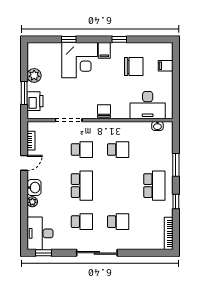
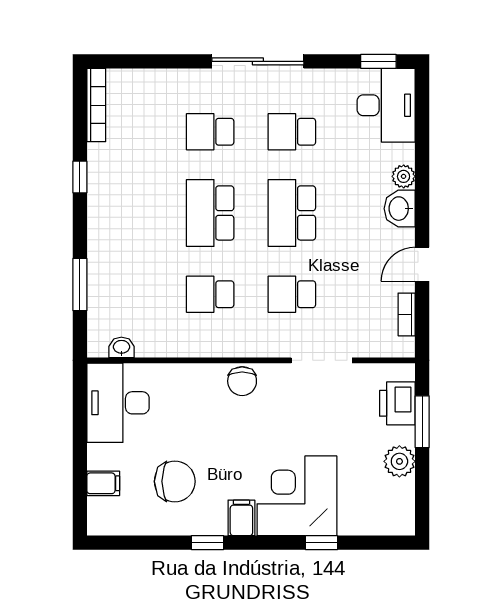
chair: (134, 67) -> (175, 481), turned 180
desk: (148, 105) -> (118, 403), moved, turned -90
window: (176, 165) -> (80, 285), moved
school desk: (154, 186) -> (210, 213), moved

